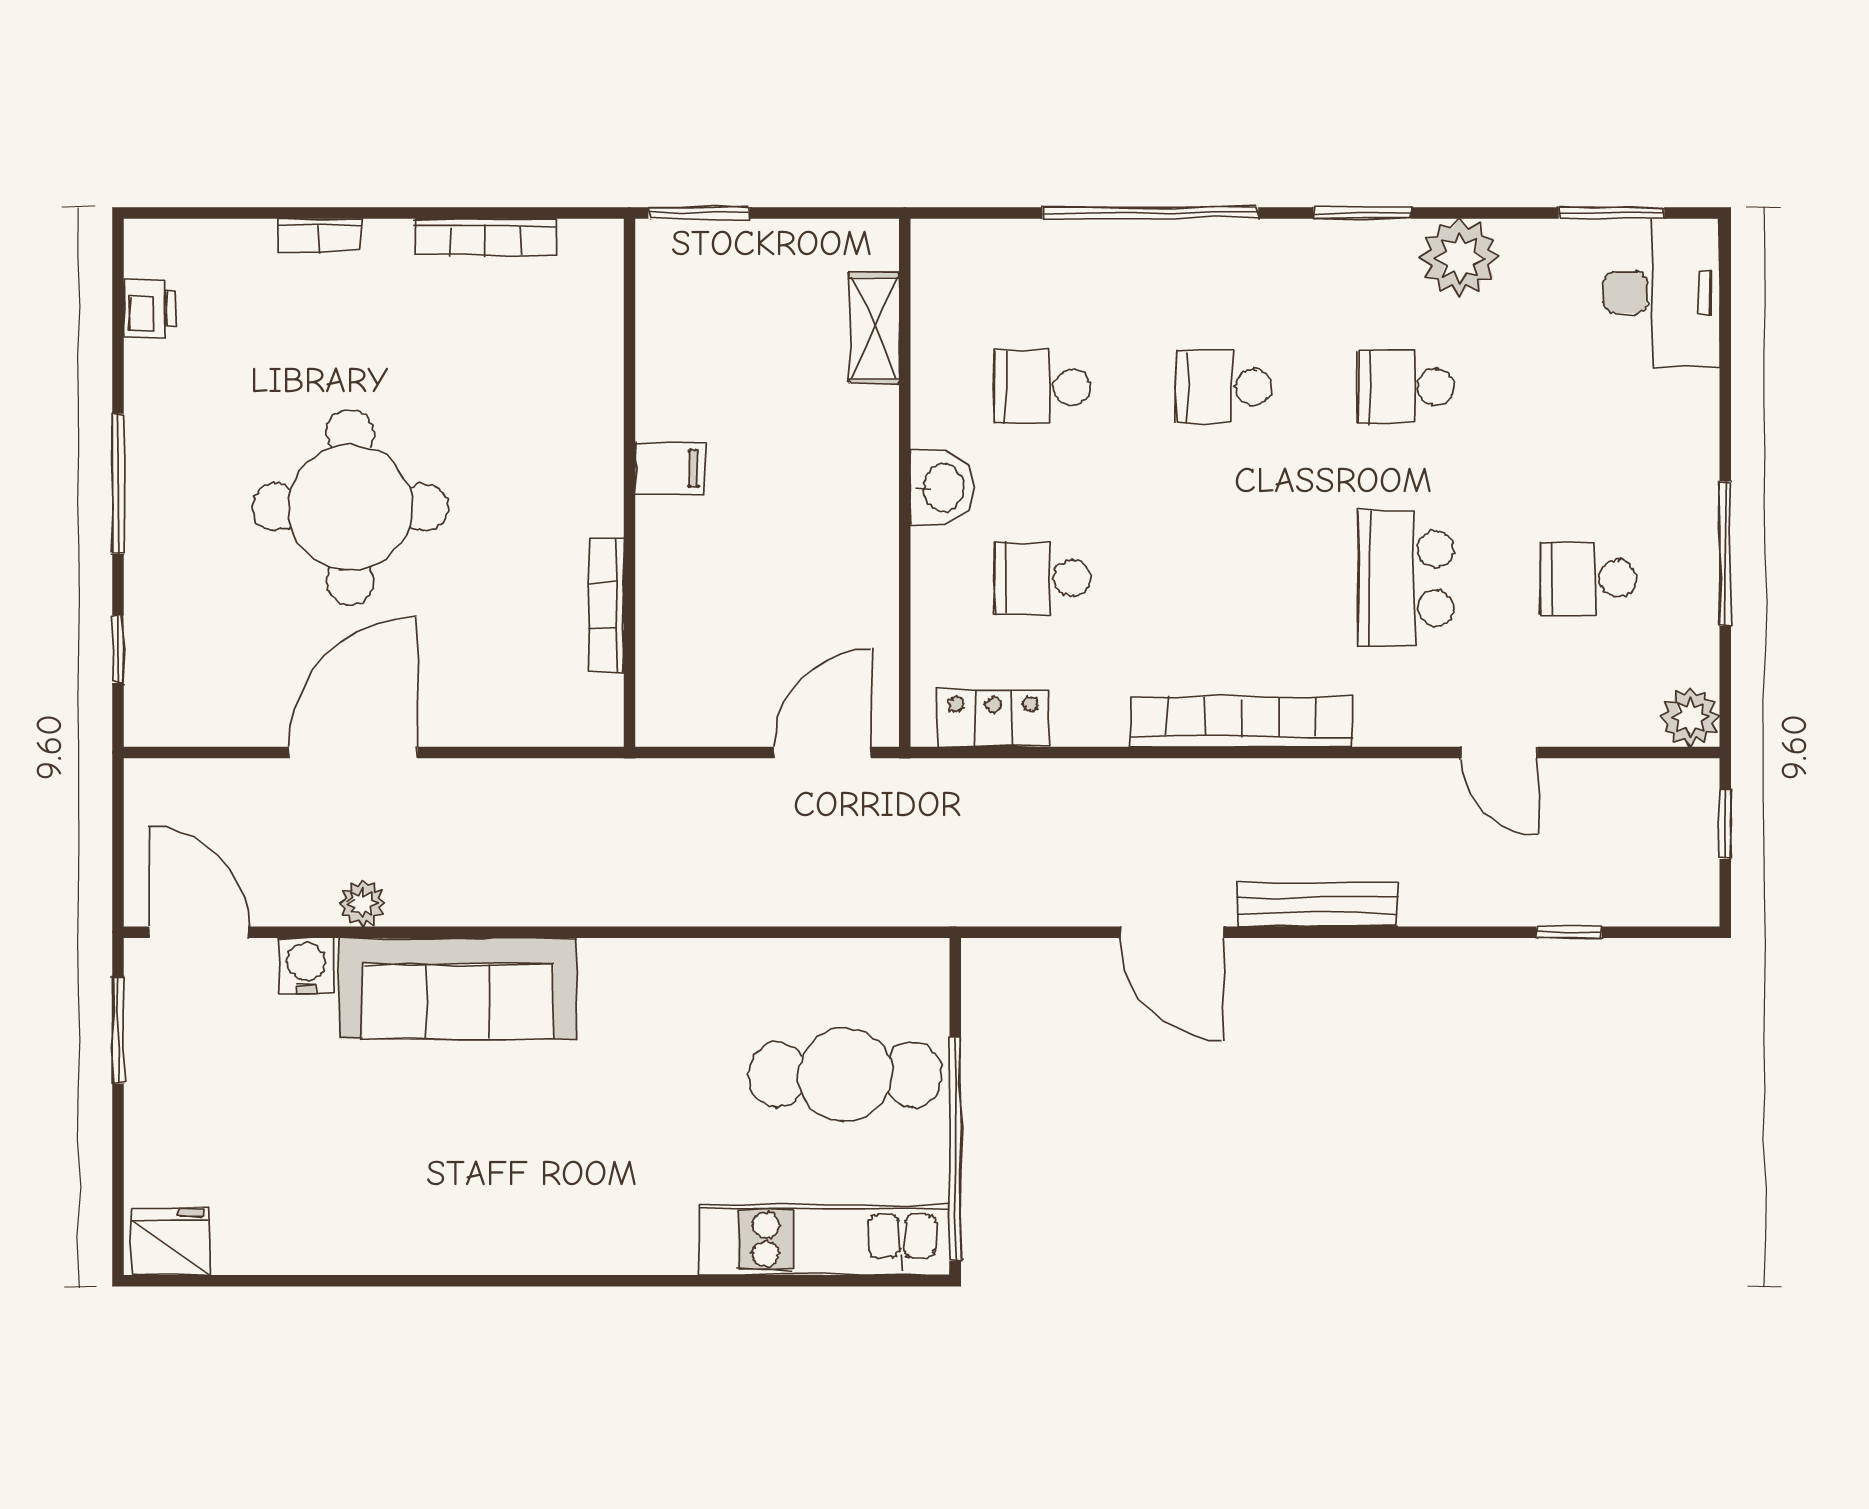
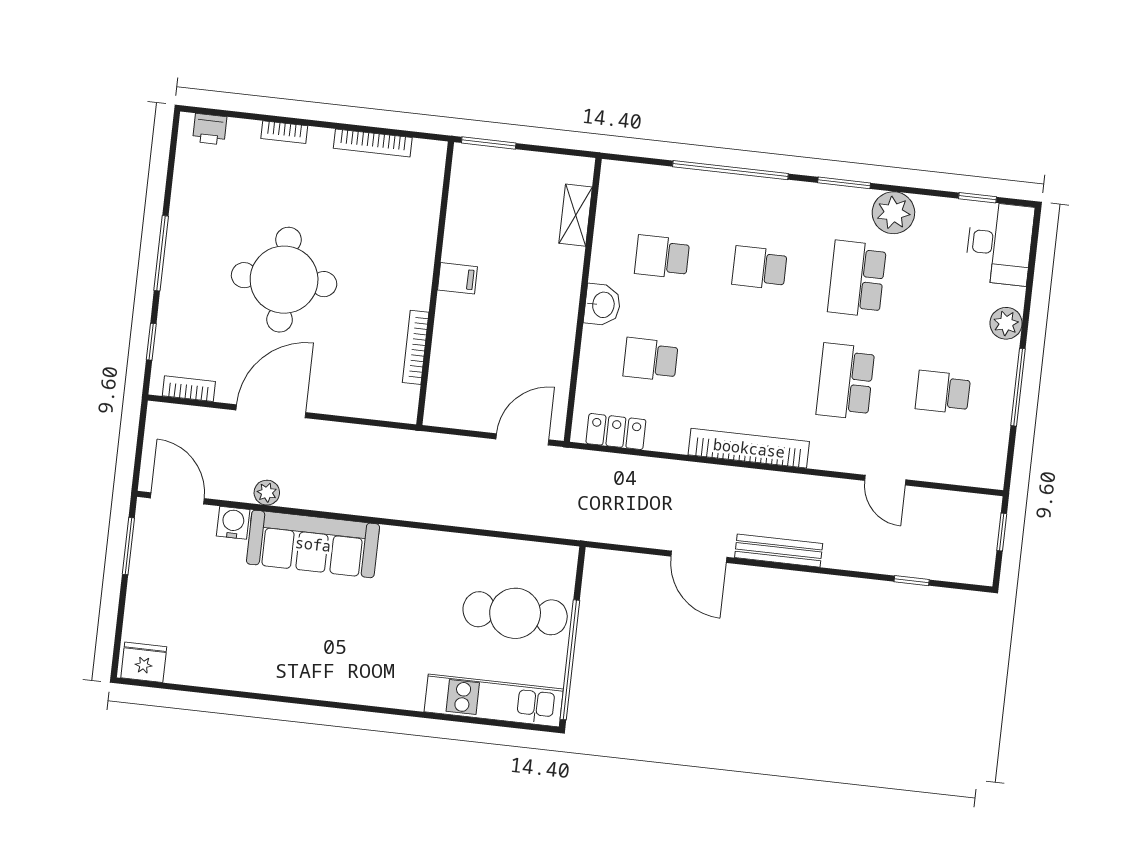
window: (1612, 213) -> (978, 198), width x0.67
printer: (150, 308) -> (210, 129), moved, turned 90
school desk: (1406, 387) -> (857, 279), width x1.85
plant: (1690, 717) -> (1006, 323), moved
bookcase: (197, 728) -> (189, 389), added

